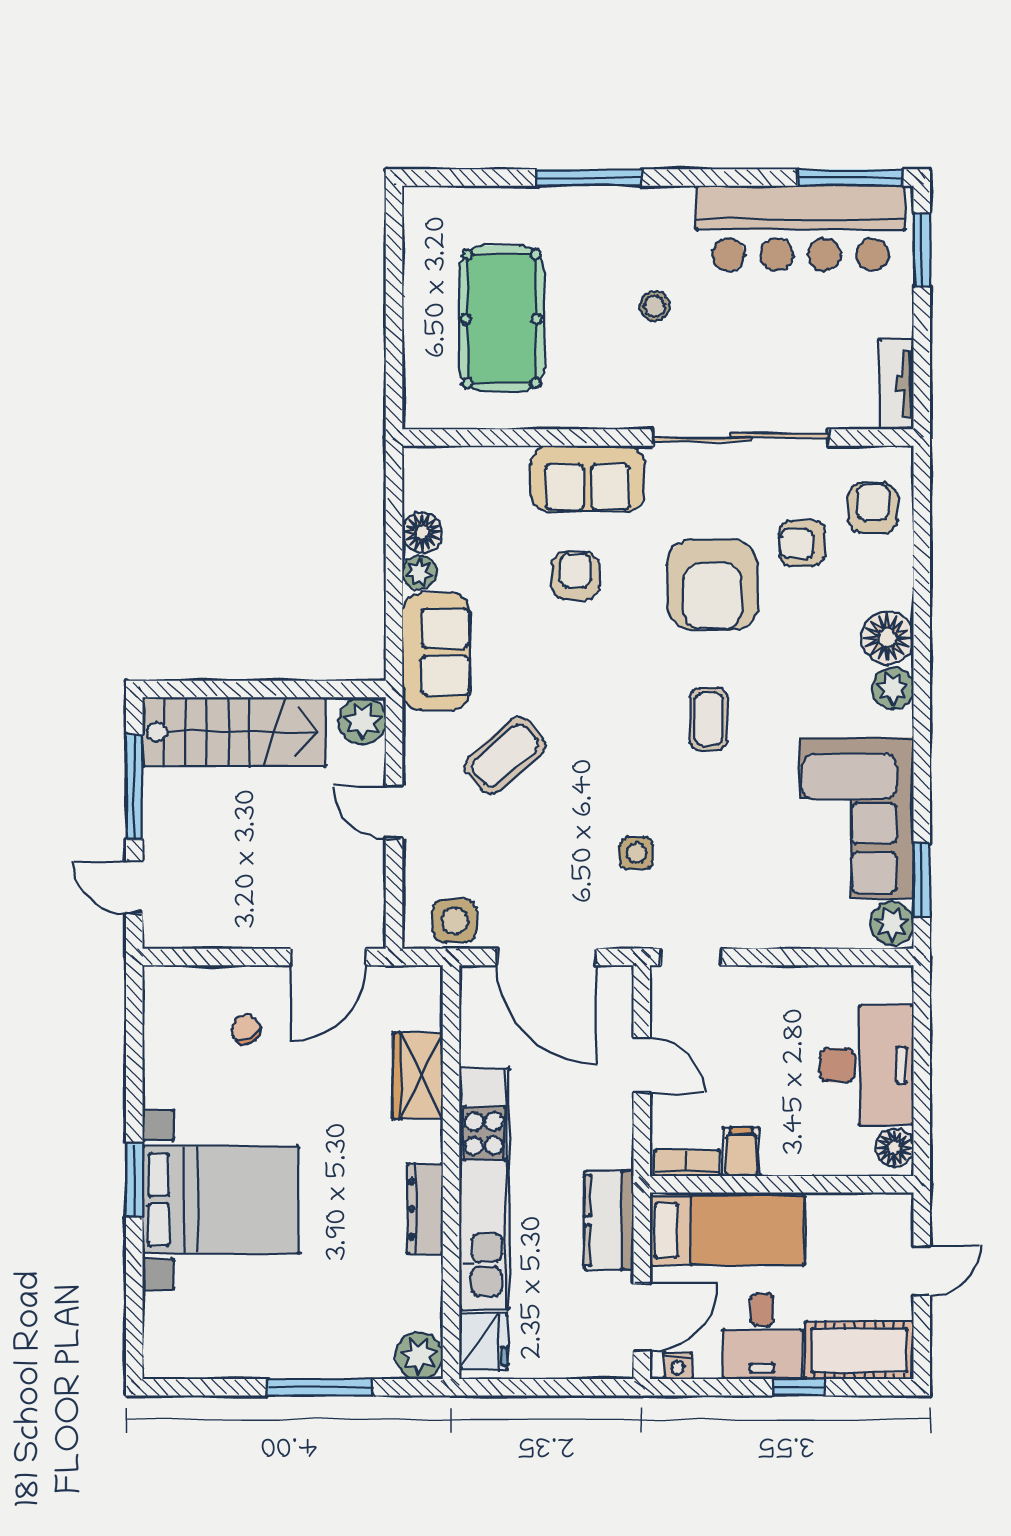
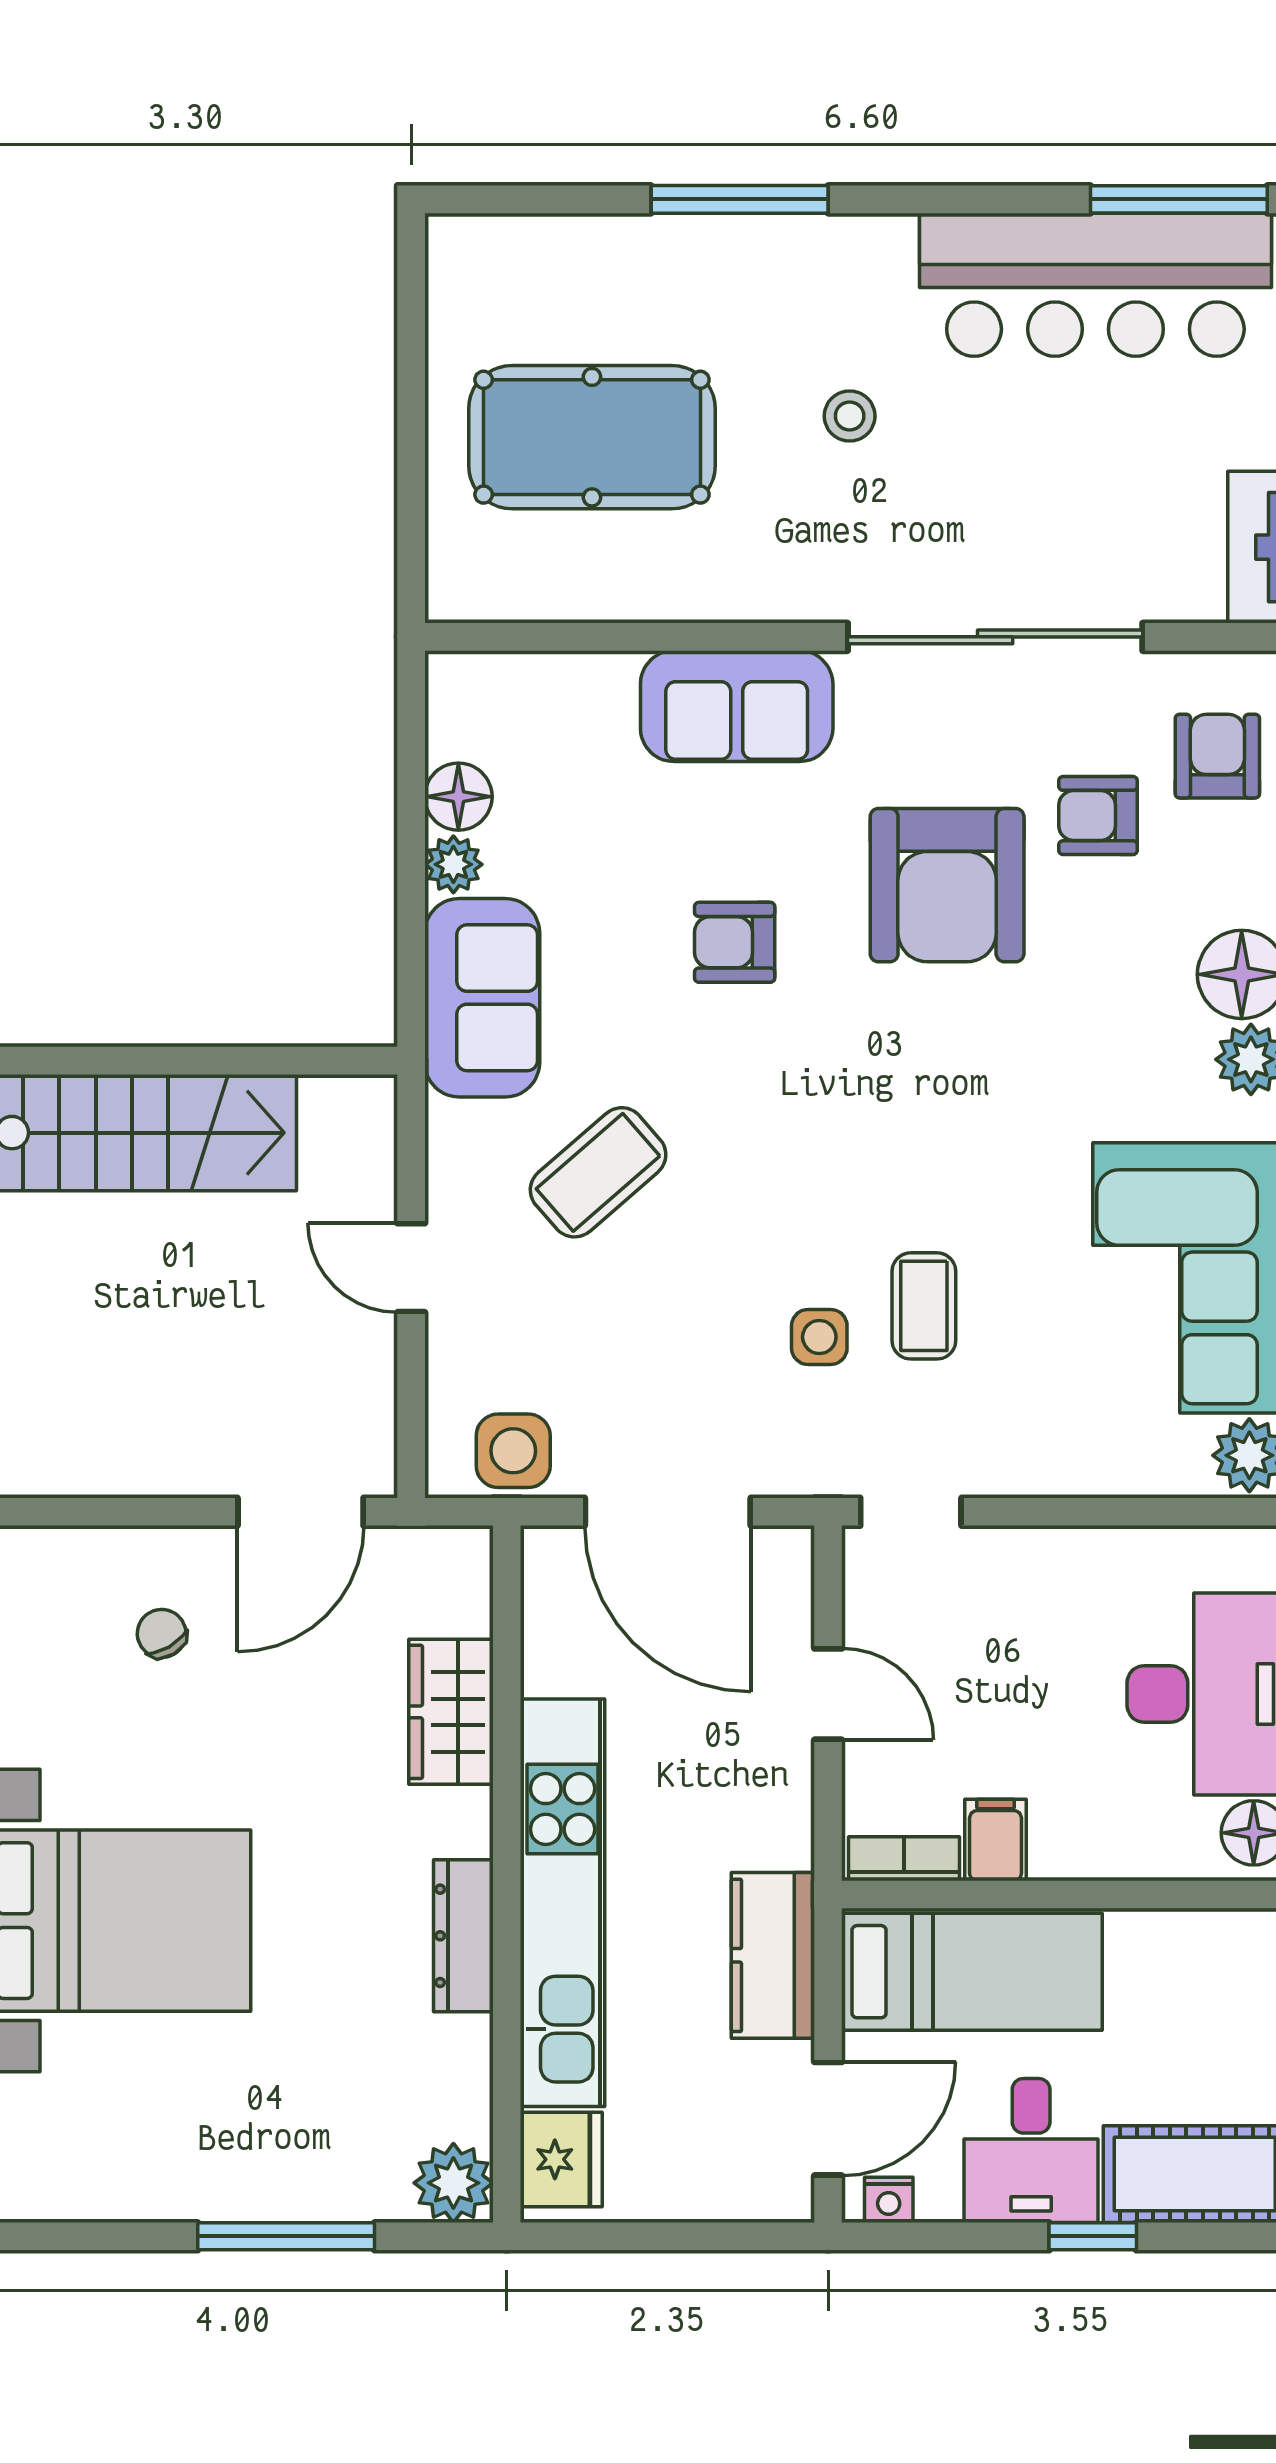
pool table: (502, 319) -> (592, 437), turned 90
armchair: (576, 576) -> (735, 942), moved, turned -90
coffee table: (708, 719) -> (924, 1306), moved
plant: (362, 721) -> (358, 1114), removed

